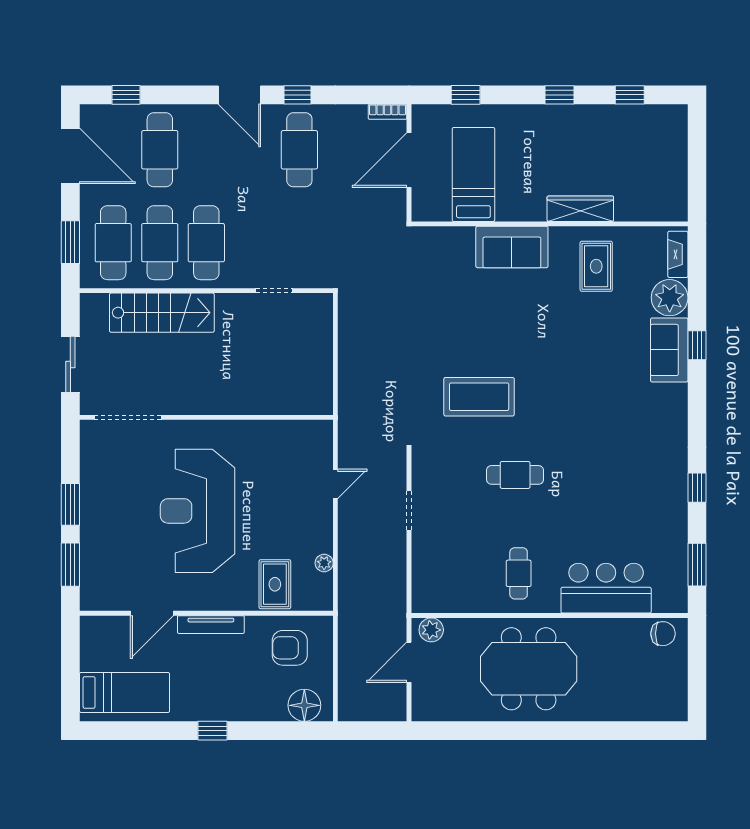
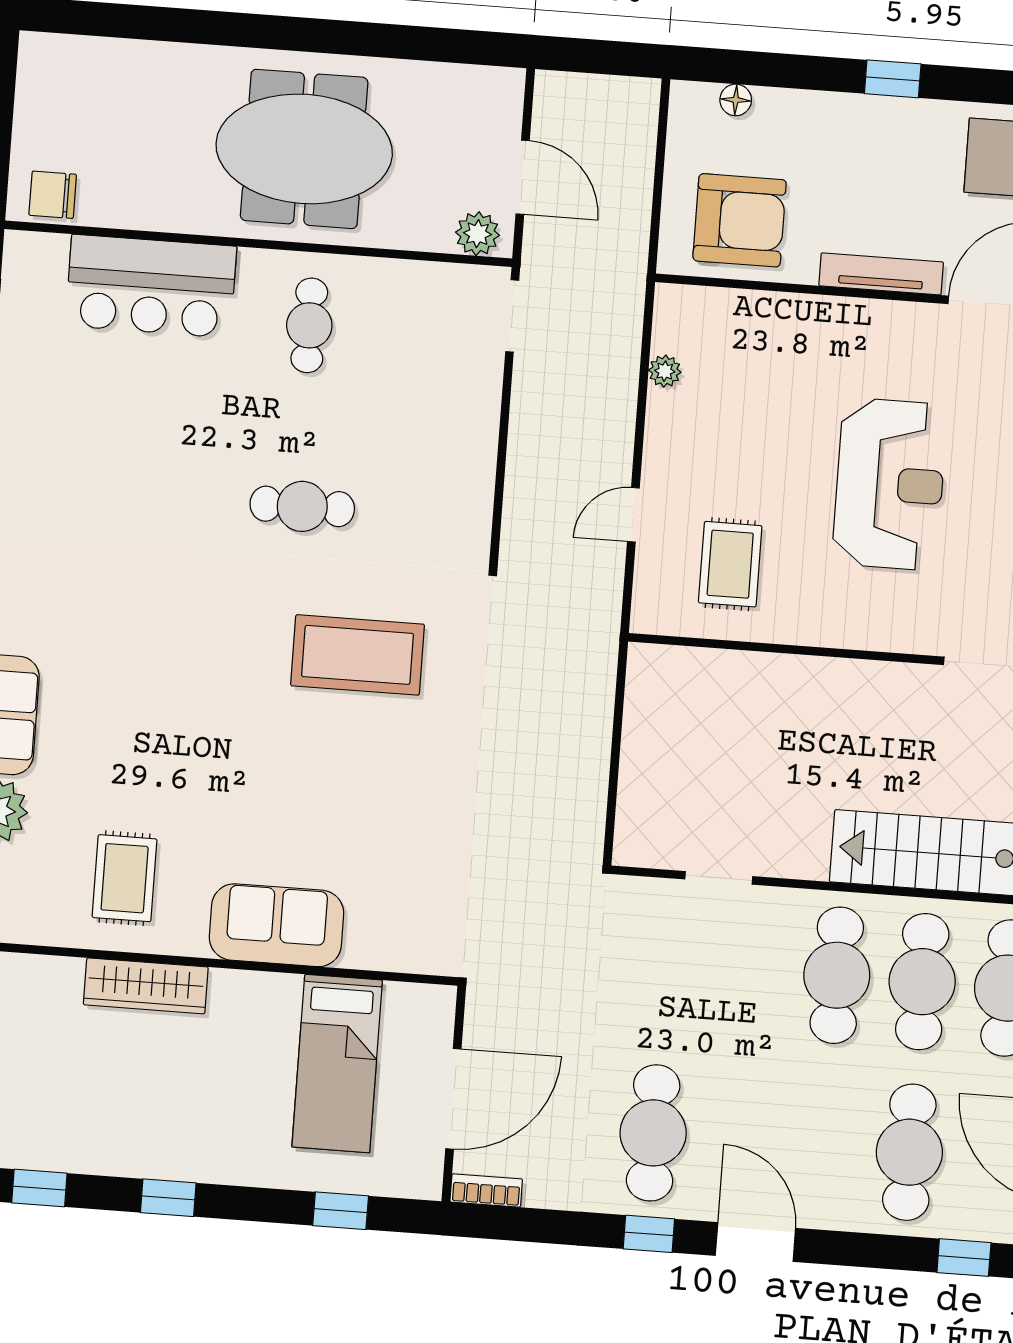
reception desk: (198, 511) -> (890, 484), width x0.74, depth x0.77
doorway: (409, 511) -> (512, 316), moved
rug: (275, 584) -> (730, 564), moved
armchair: (290, 648) -> (740, 220), width x1.36, depth x1.36
door: (409, 662) -> (523, 177), hinge flipped
floor lamp: (304, 705) -> (736, 100), width x0.53, depth x0.53

